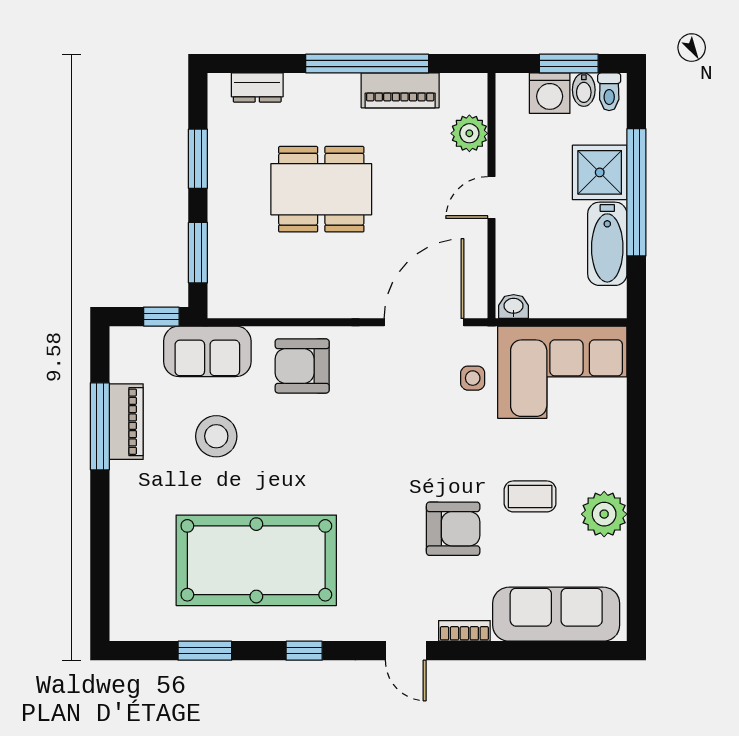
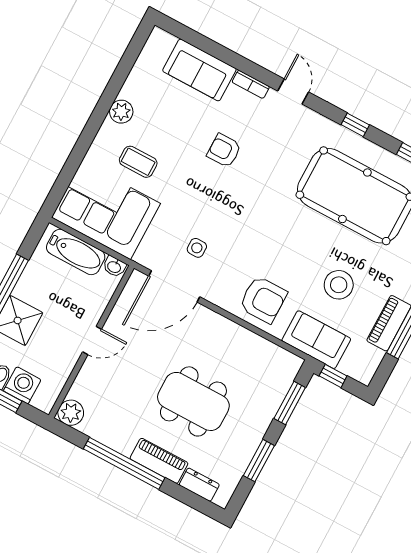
piano: (400, 90) -> (159, 461), moved
plant: (469, 133) -> (71, 413), moved
bathtub: (607, 244) -> (76, 252), moved, turned 90
side table: (473, 378) -> (197, 248), moved
coffee table: (530, 496) -> (138, 162), moved
plant: (604, 514) -> (121, 112), width x0.73, depth x0.73
armchair: (453, 529) -> (224, 151), width x0.72, depth x0.72
sofa: (556, 614) -> (199, 70), width x0.73

